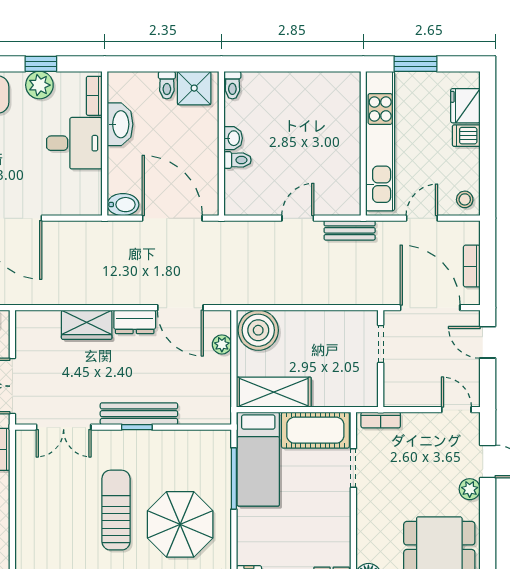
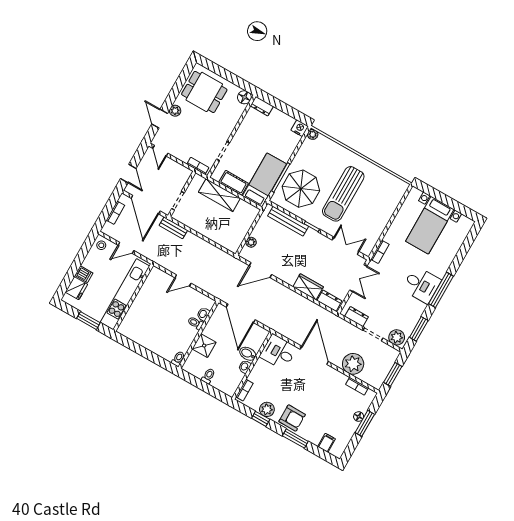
shower: (194, 88) -> (204, 346), moved
washbasin: (120, 124) -> (245, 367), width x0.52, depth x0.69
washbasin: (233, 138) -> (203, 314), moved
desk: (74, 143) -> (278, 352), moved
bidet: (123, 205) -> (248, 354), moved
bench: (350, 230) -> (173, 228), moved
door: (180, 308) -> (260, 270), swing flipped
dresser: (135, 322) -> (329, 301), moved
boiler: (258, 330) -> (231, 239), removed
shelving: (274, 392) -> (219, 195), moved
bench: (139, 414) -> (288, 221), moved
cot: (315, 430) -> (234, 183), width x0.73, depth x0.75
sun lounger: (116, 510) -> (343, 194), width x1.36, depth x1.34
parasol: (180, 524) -> (301, 189), moved

